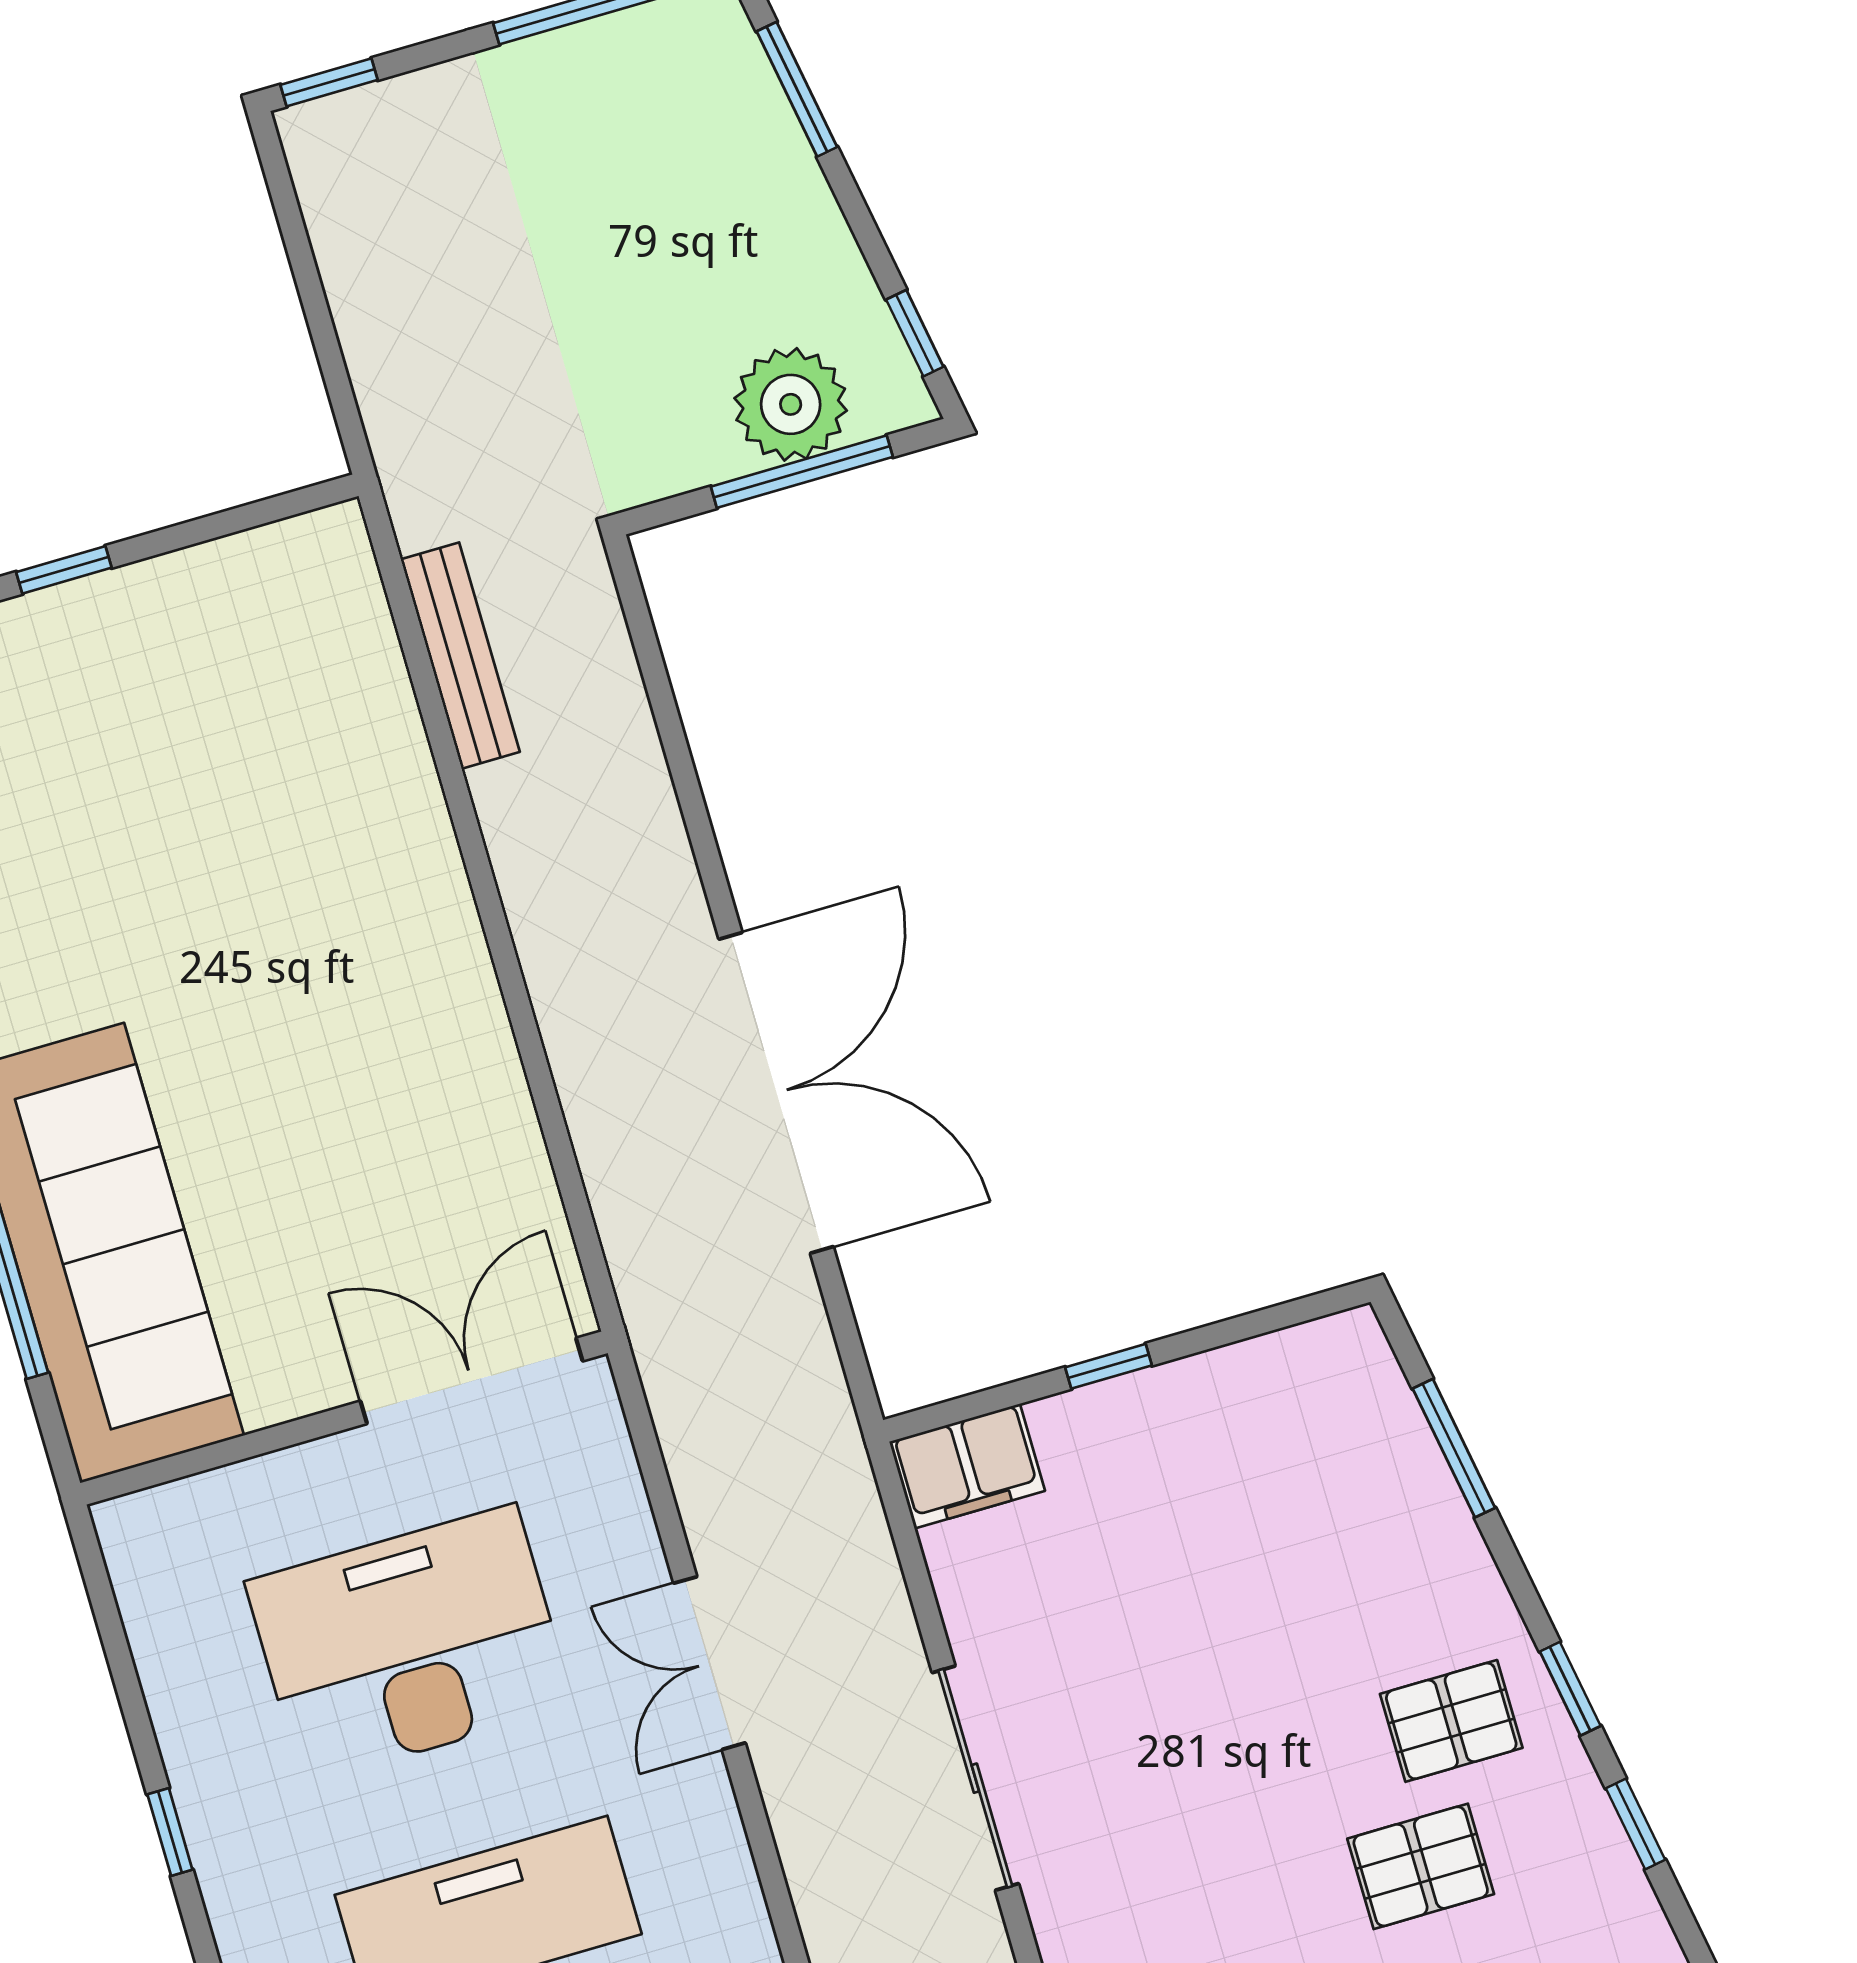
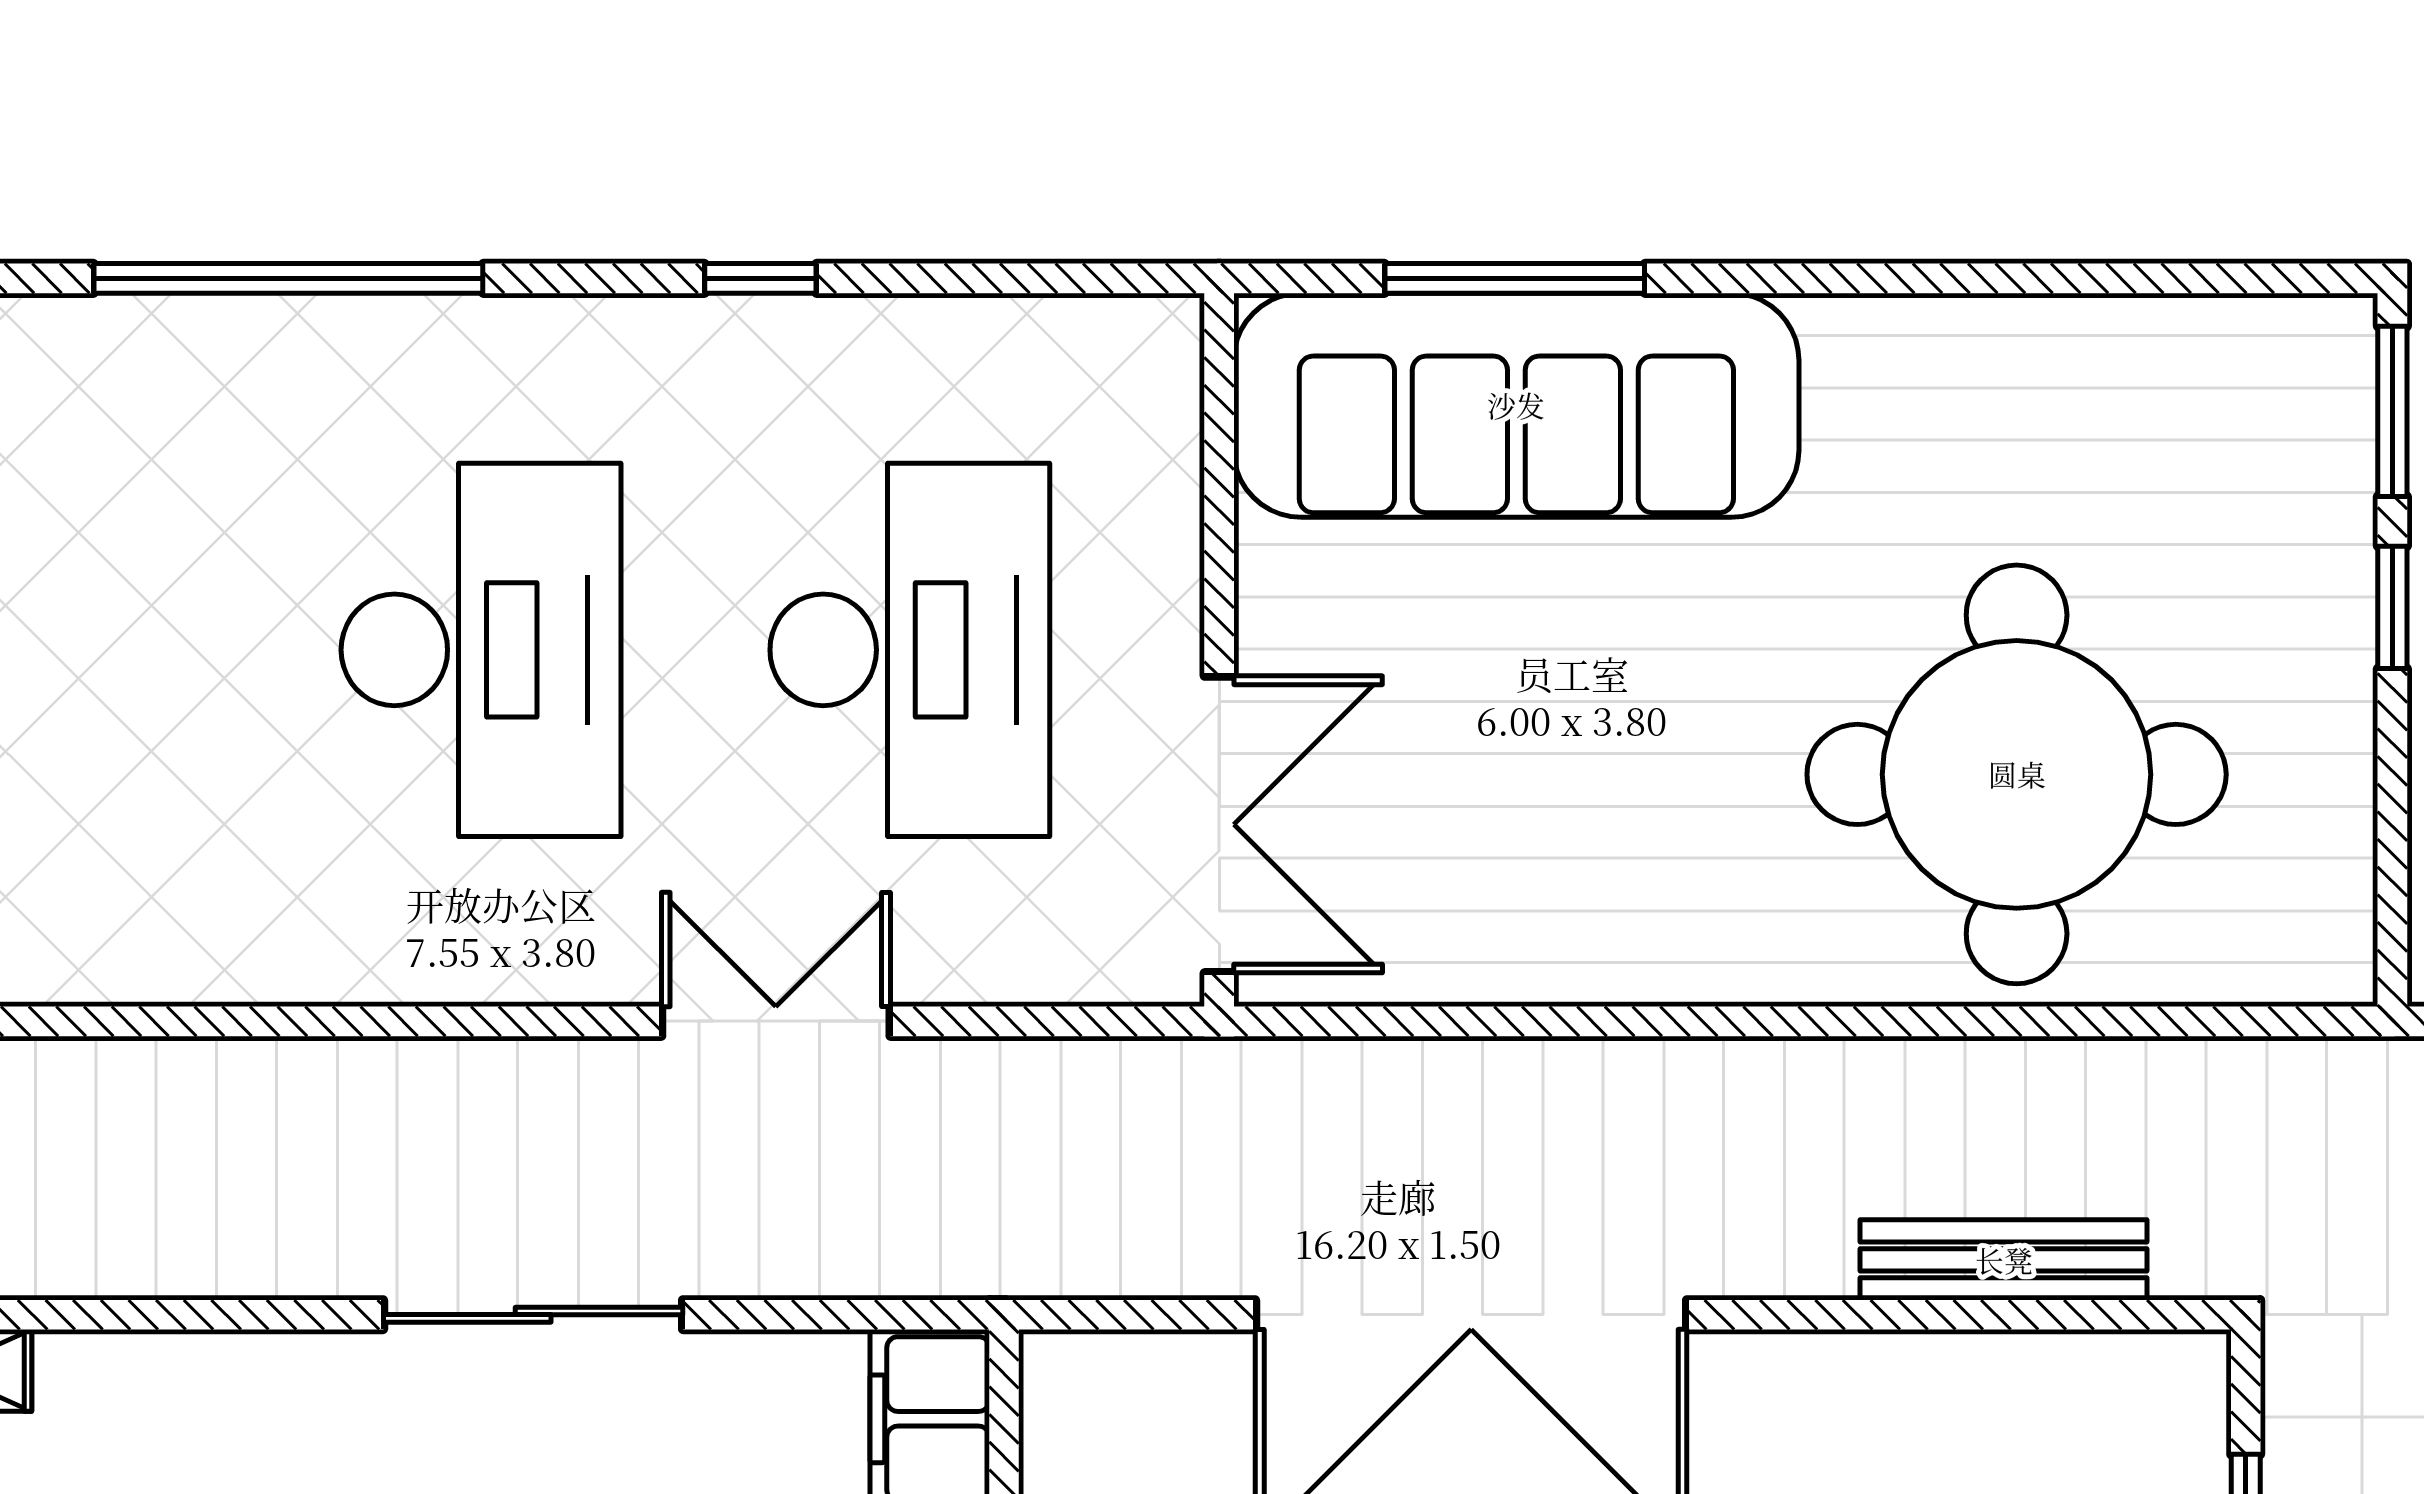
bench: (460, 656) -> (2004, 1260), moved
round table: (266, 809) -> (2017, 774), added

